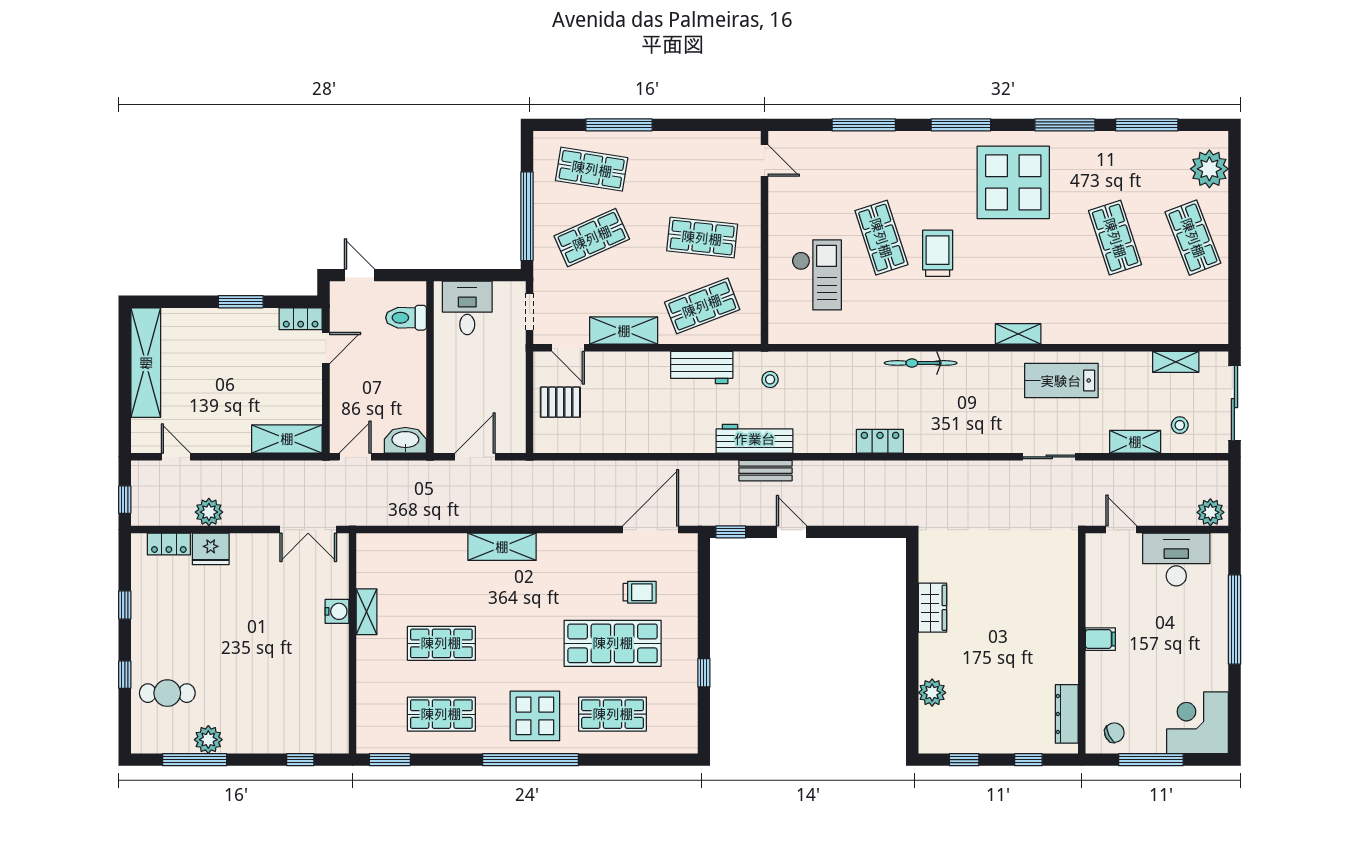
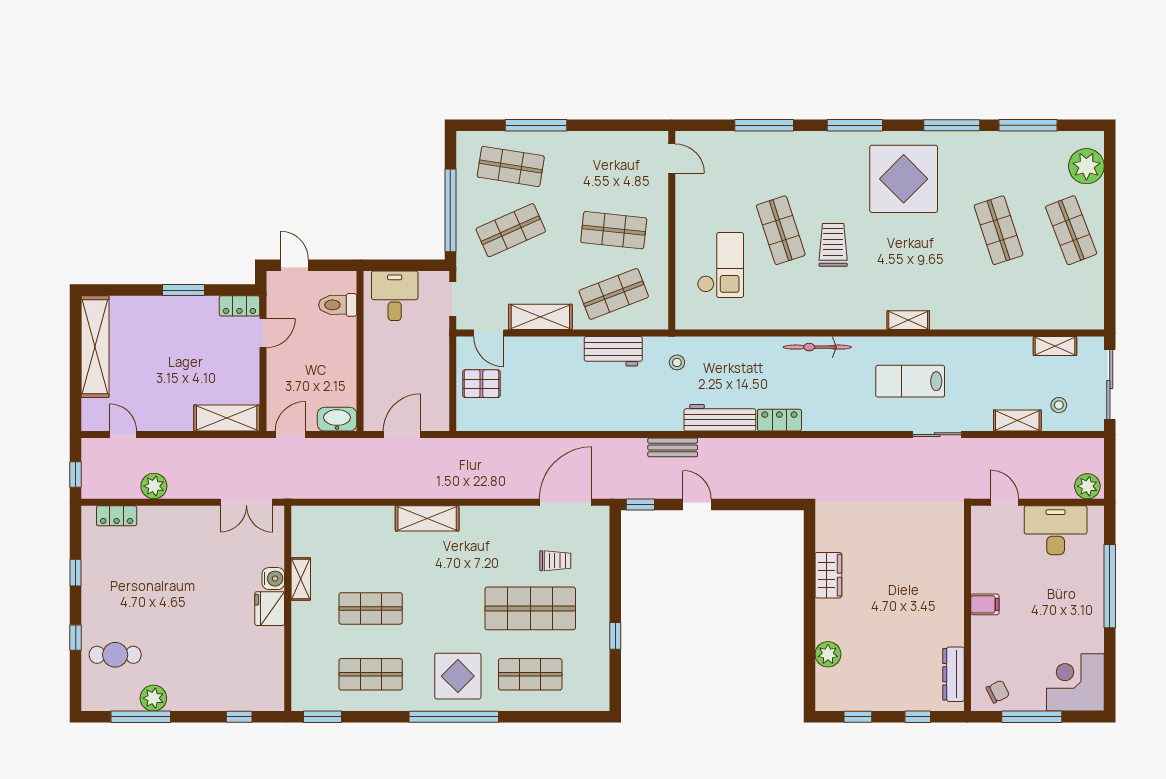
lab bench: (1061, 381) -> (910, 381), moved
workbench: (755, 439) -> (720, 418), moved
fridge: (211, 549) -> (270, 609), moved, turned 90

